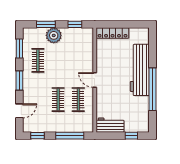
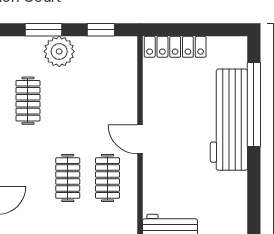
window: (152, 89) -> (254, 104), moved

